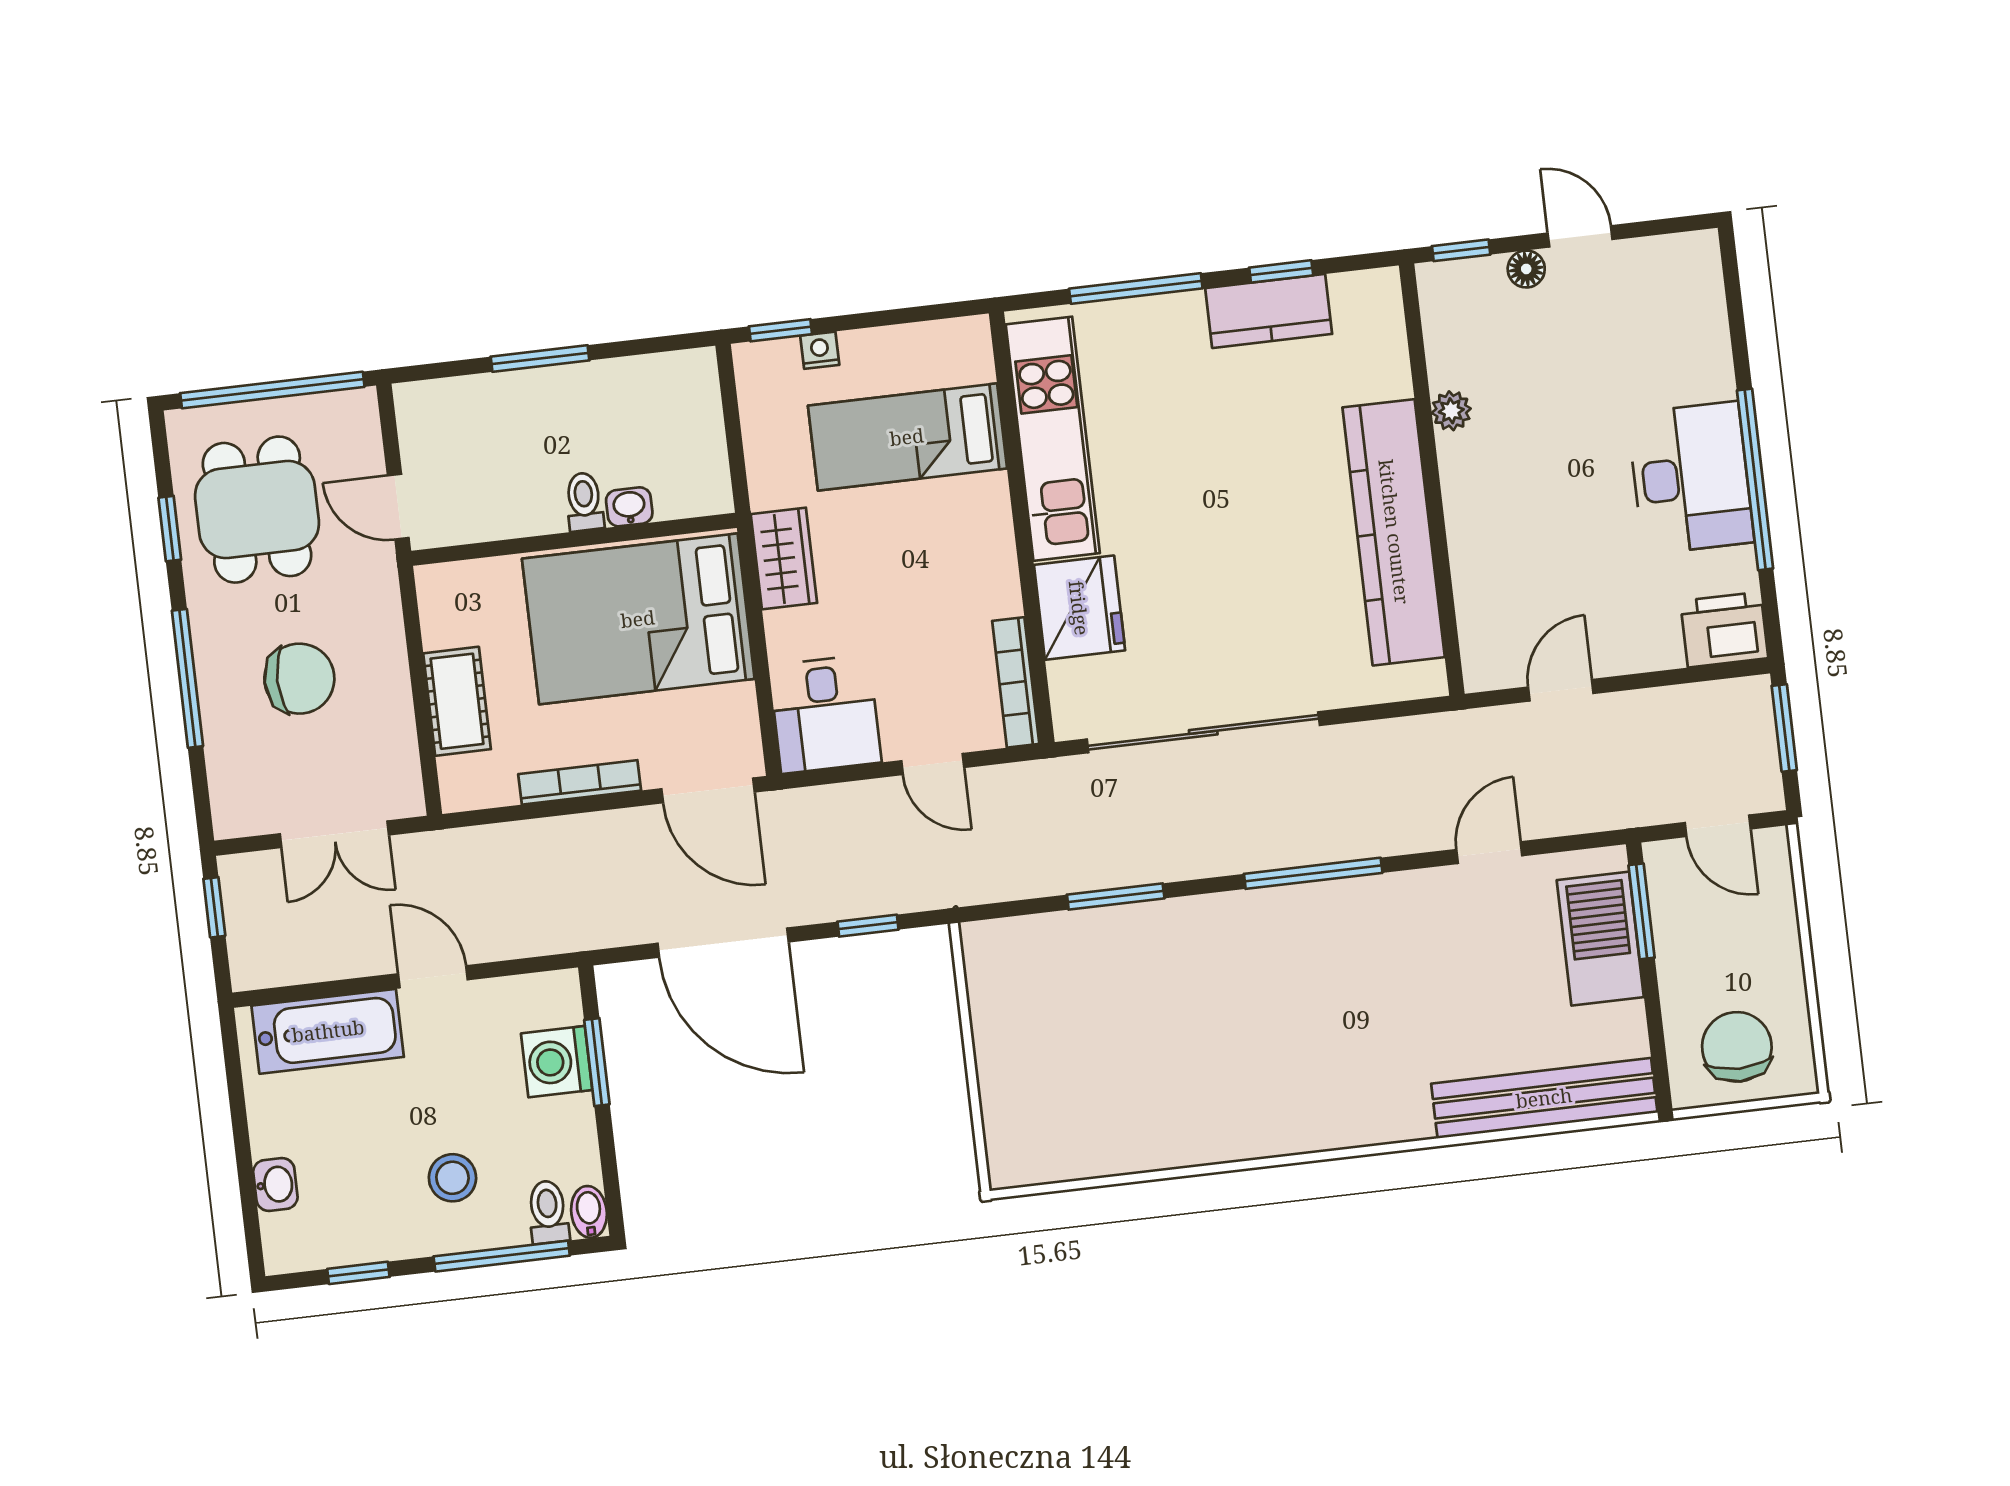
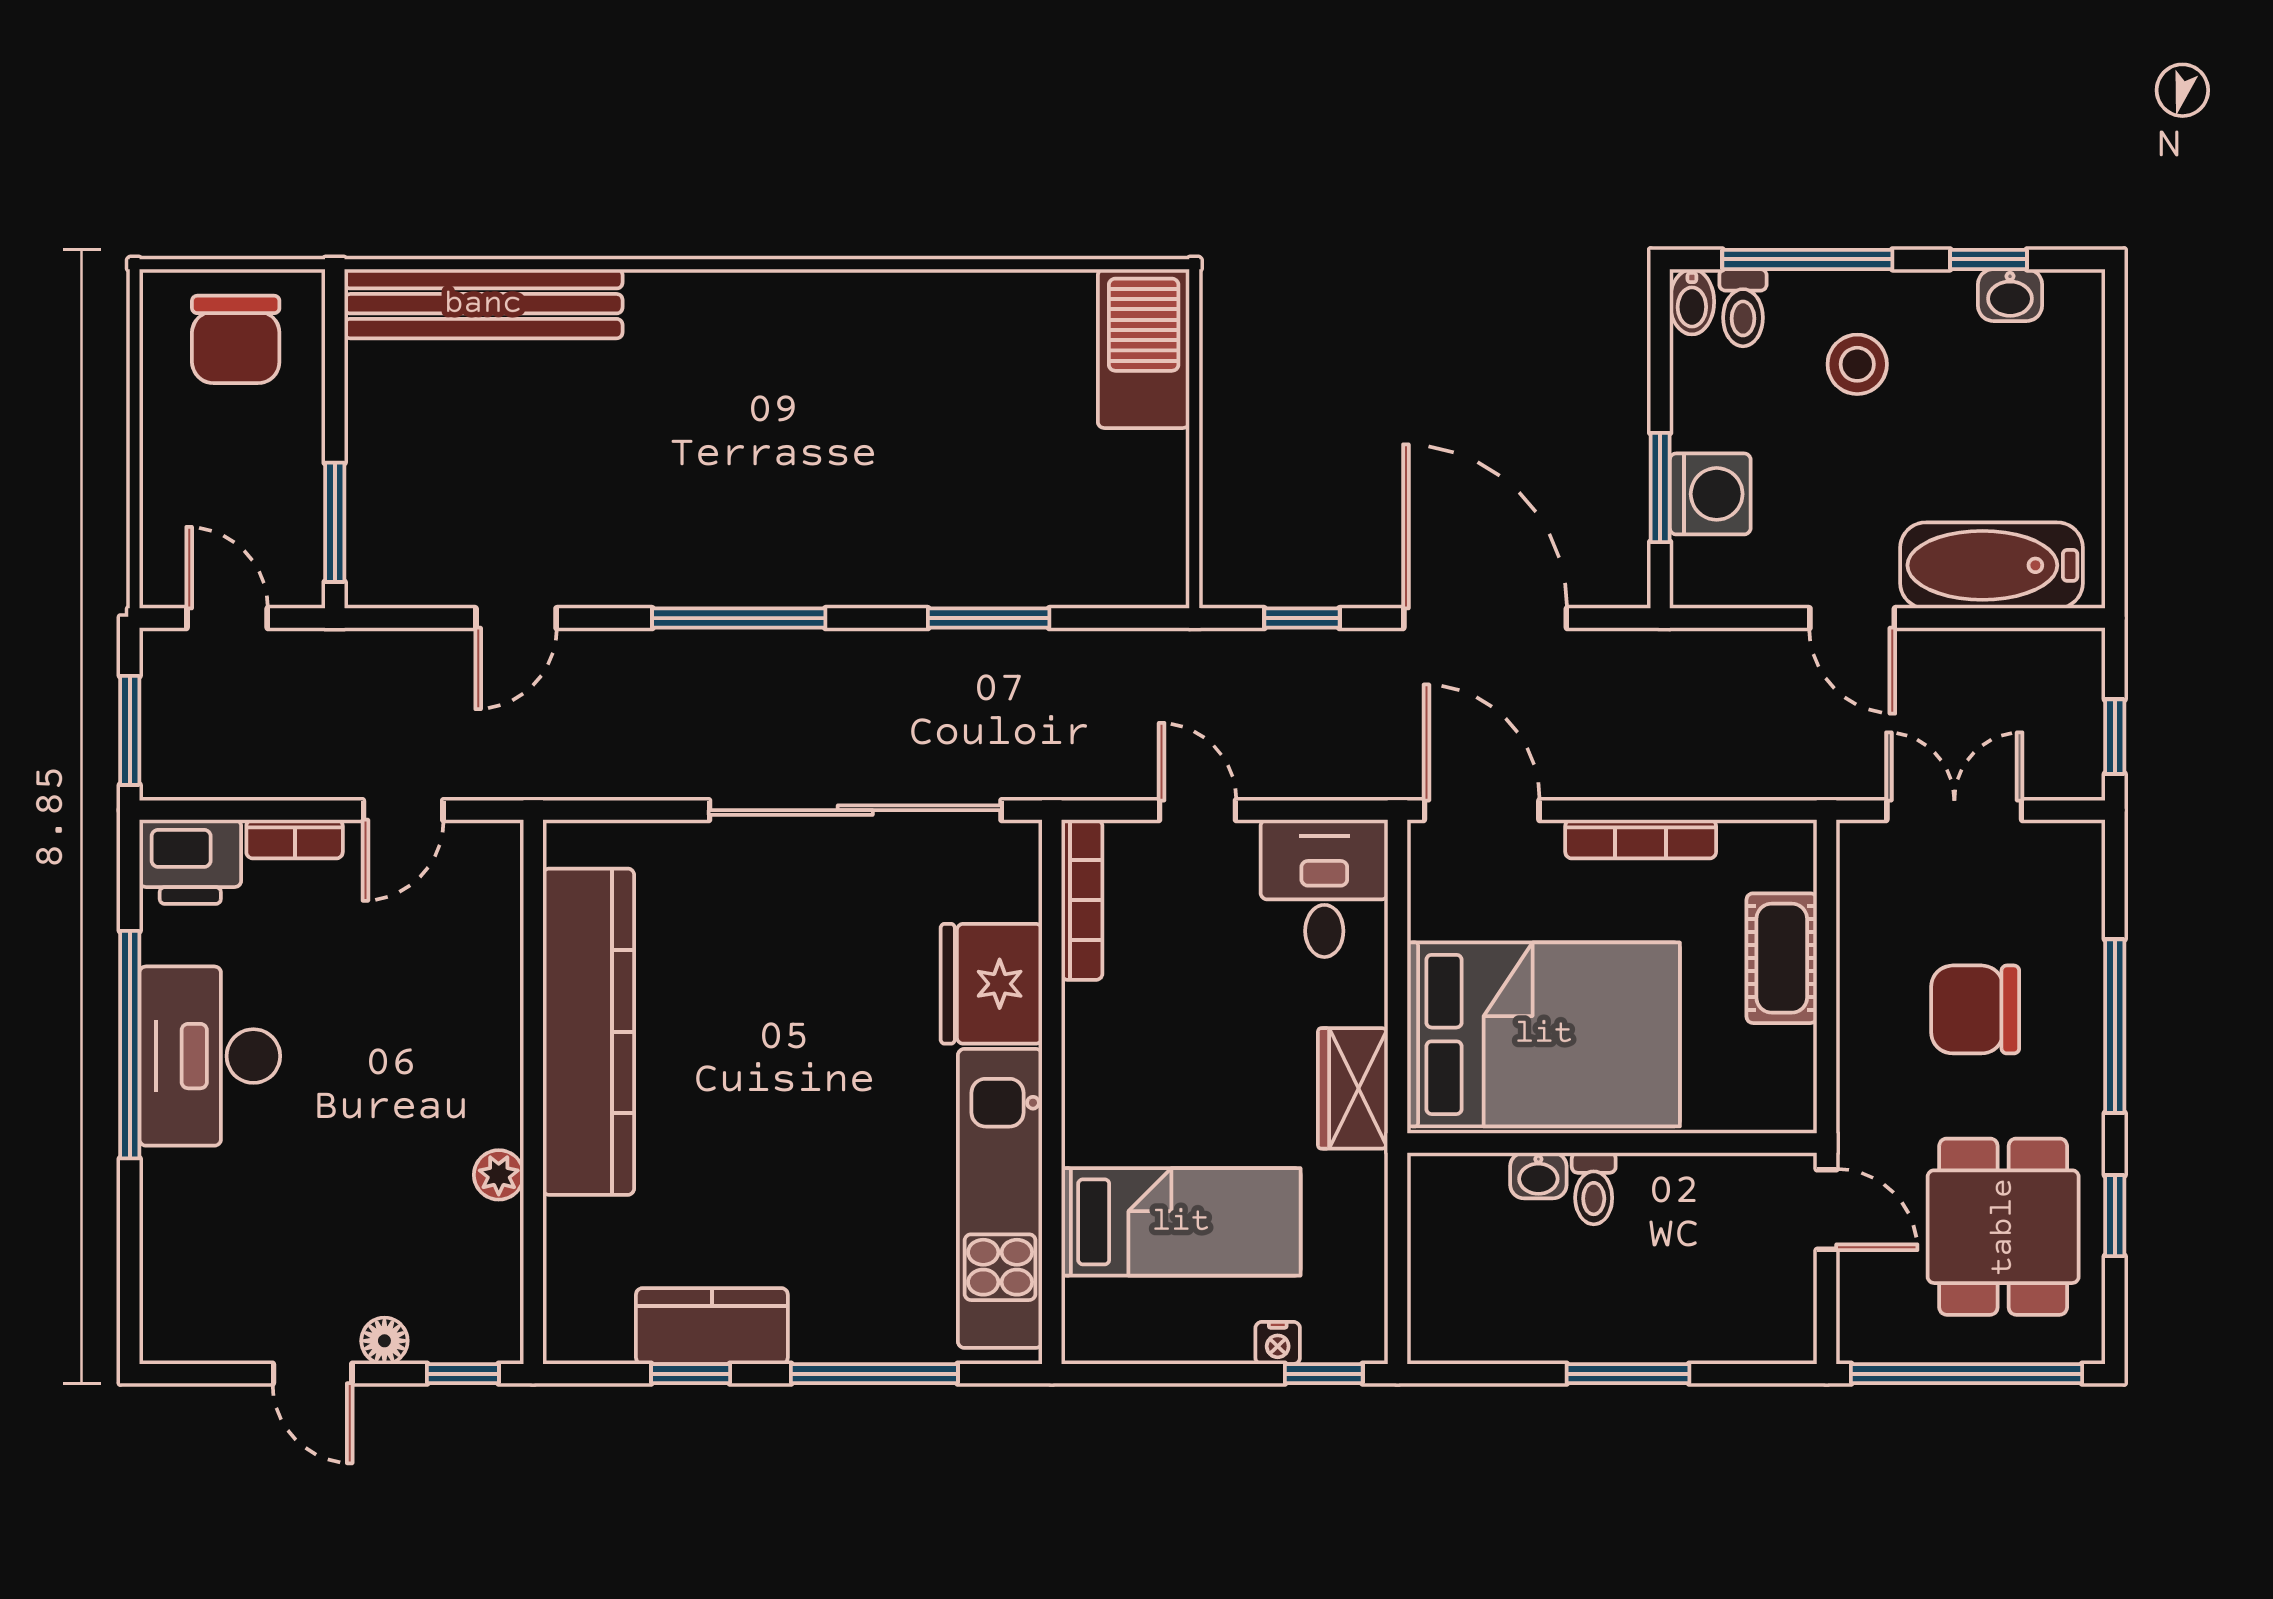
bookcase: (1644, 657) -> (295, 839), added
barbecue: (1600, 939) -> (1144, 349), moved, turned 180
washbasin: (275, 1184) -> (2010, 295), moved, turned -90

